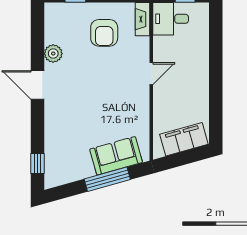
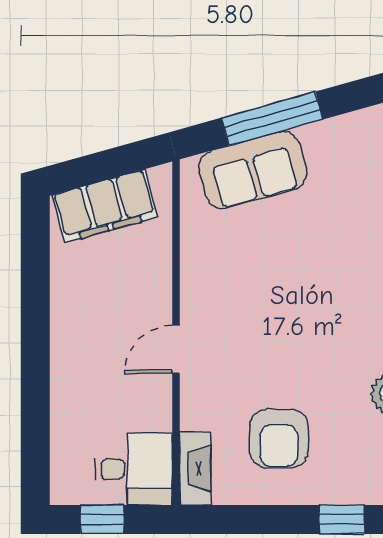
armchair: (104, 33) -> (279, 439), turned 180

